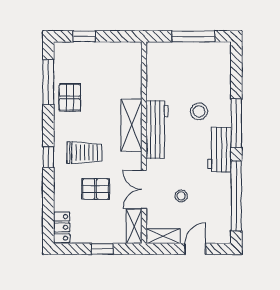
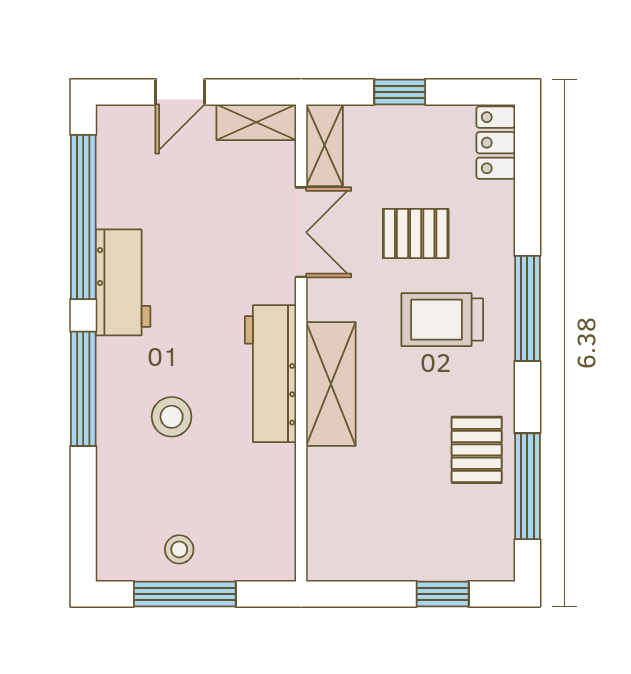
workbench: (219, 150) -> (123, 282), moved
window: (48, 157) -> (527, 308), width x2.17
stool: (181, 196) -> (179, 549), moved

